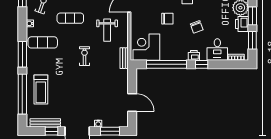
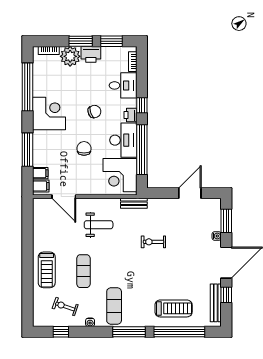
desk: (174, 50) -> (123, 140), added
exercise bike: (85, 56) -> (153, 242), moved

